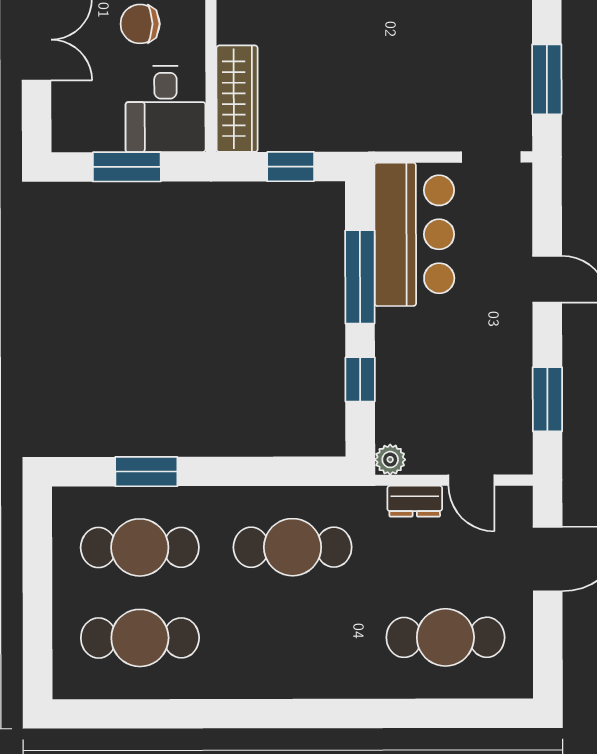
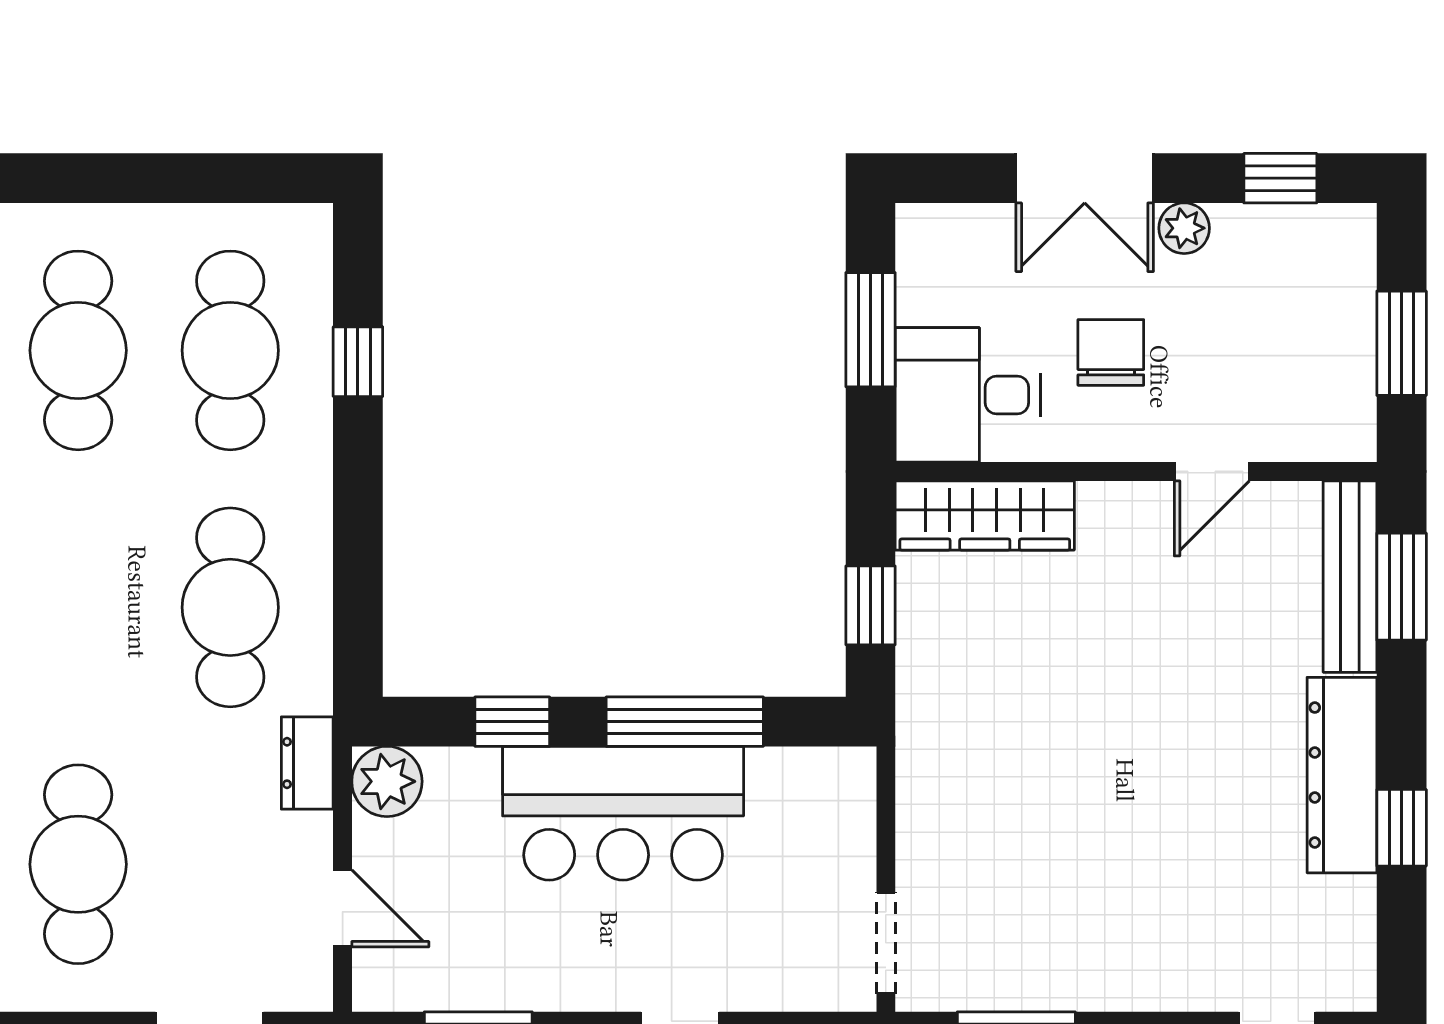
bar counter: (414, 234) -> (623, 813), moved
plant: (390, 460) -> (387, 781), width x1.38, depth x1.38
window: (146, 472) -> (358, 362), width x0.67
door: (471, 480) -> (343, 908), swing flipped
dresser: (415, 501) -> (307, 763), moved

